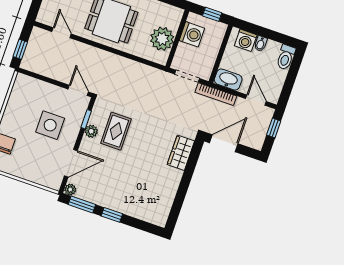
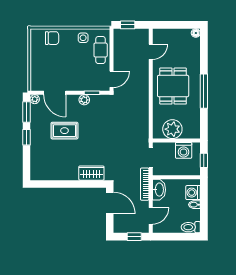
cafe table: (39, 91) -> (101, 50), added
side table: (50, 125) -> (83, 38), moved, width x0.54, depth x0.54
rug: (116, 131) -> (64, 131), moved

